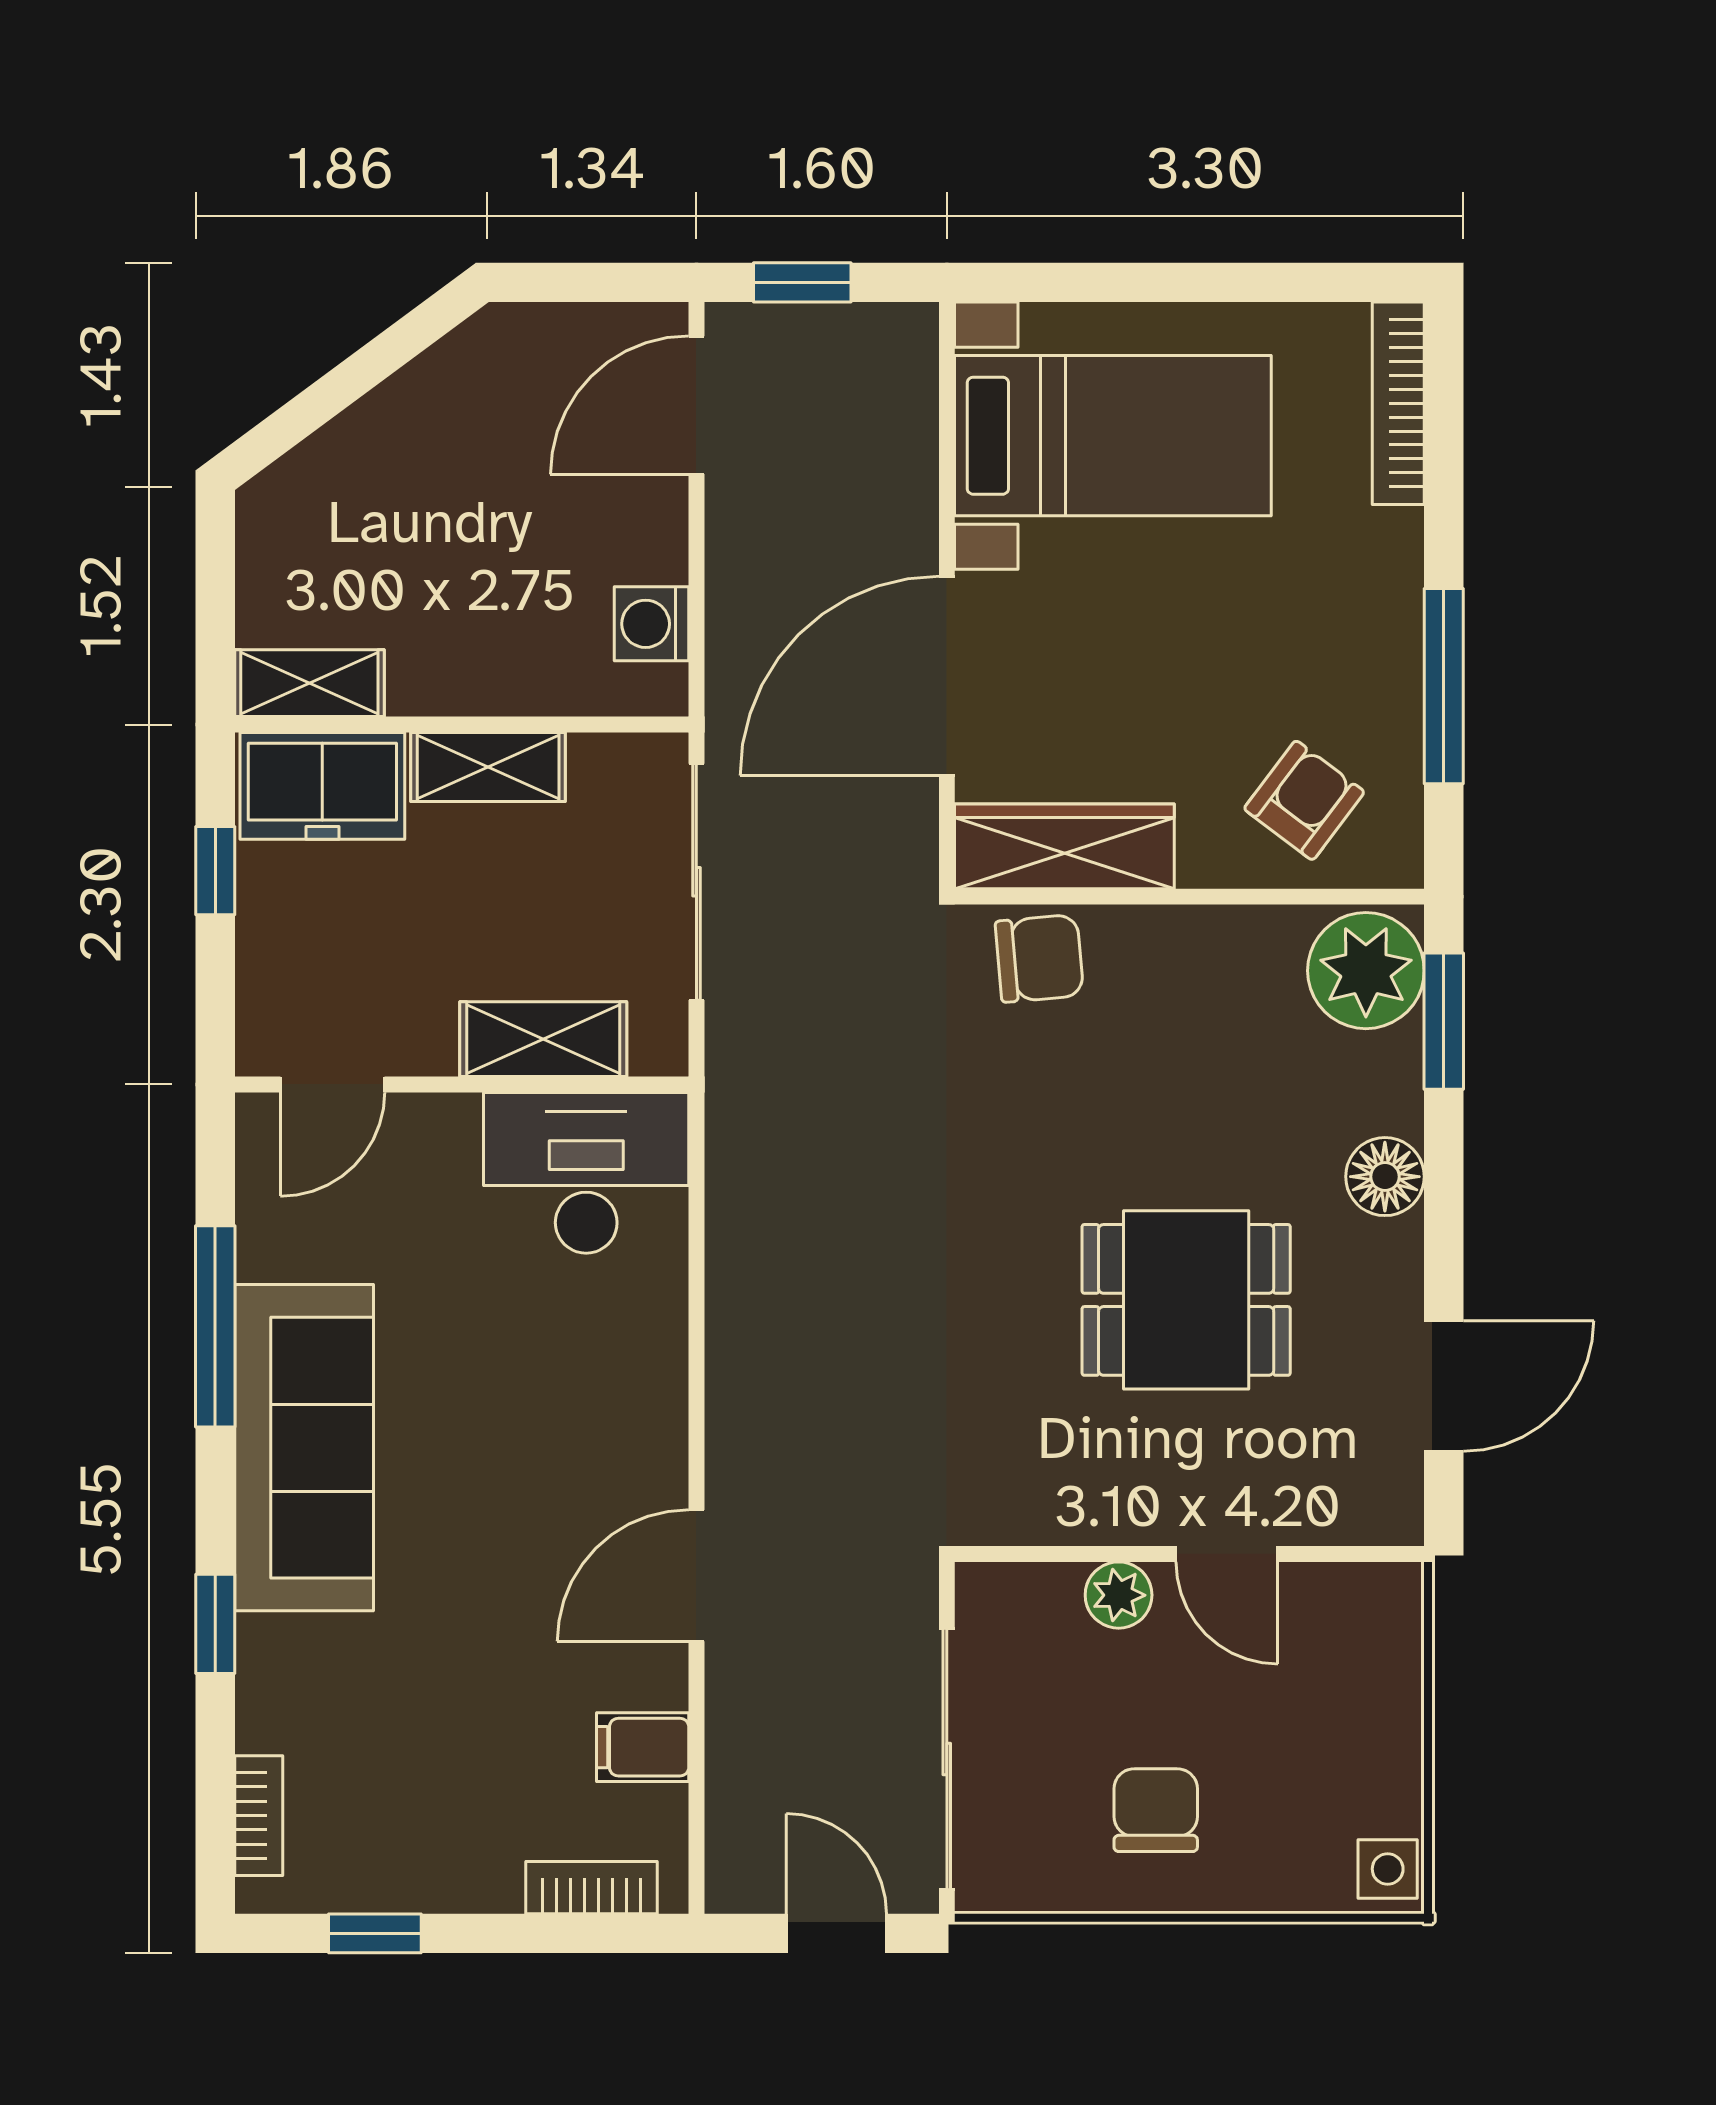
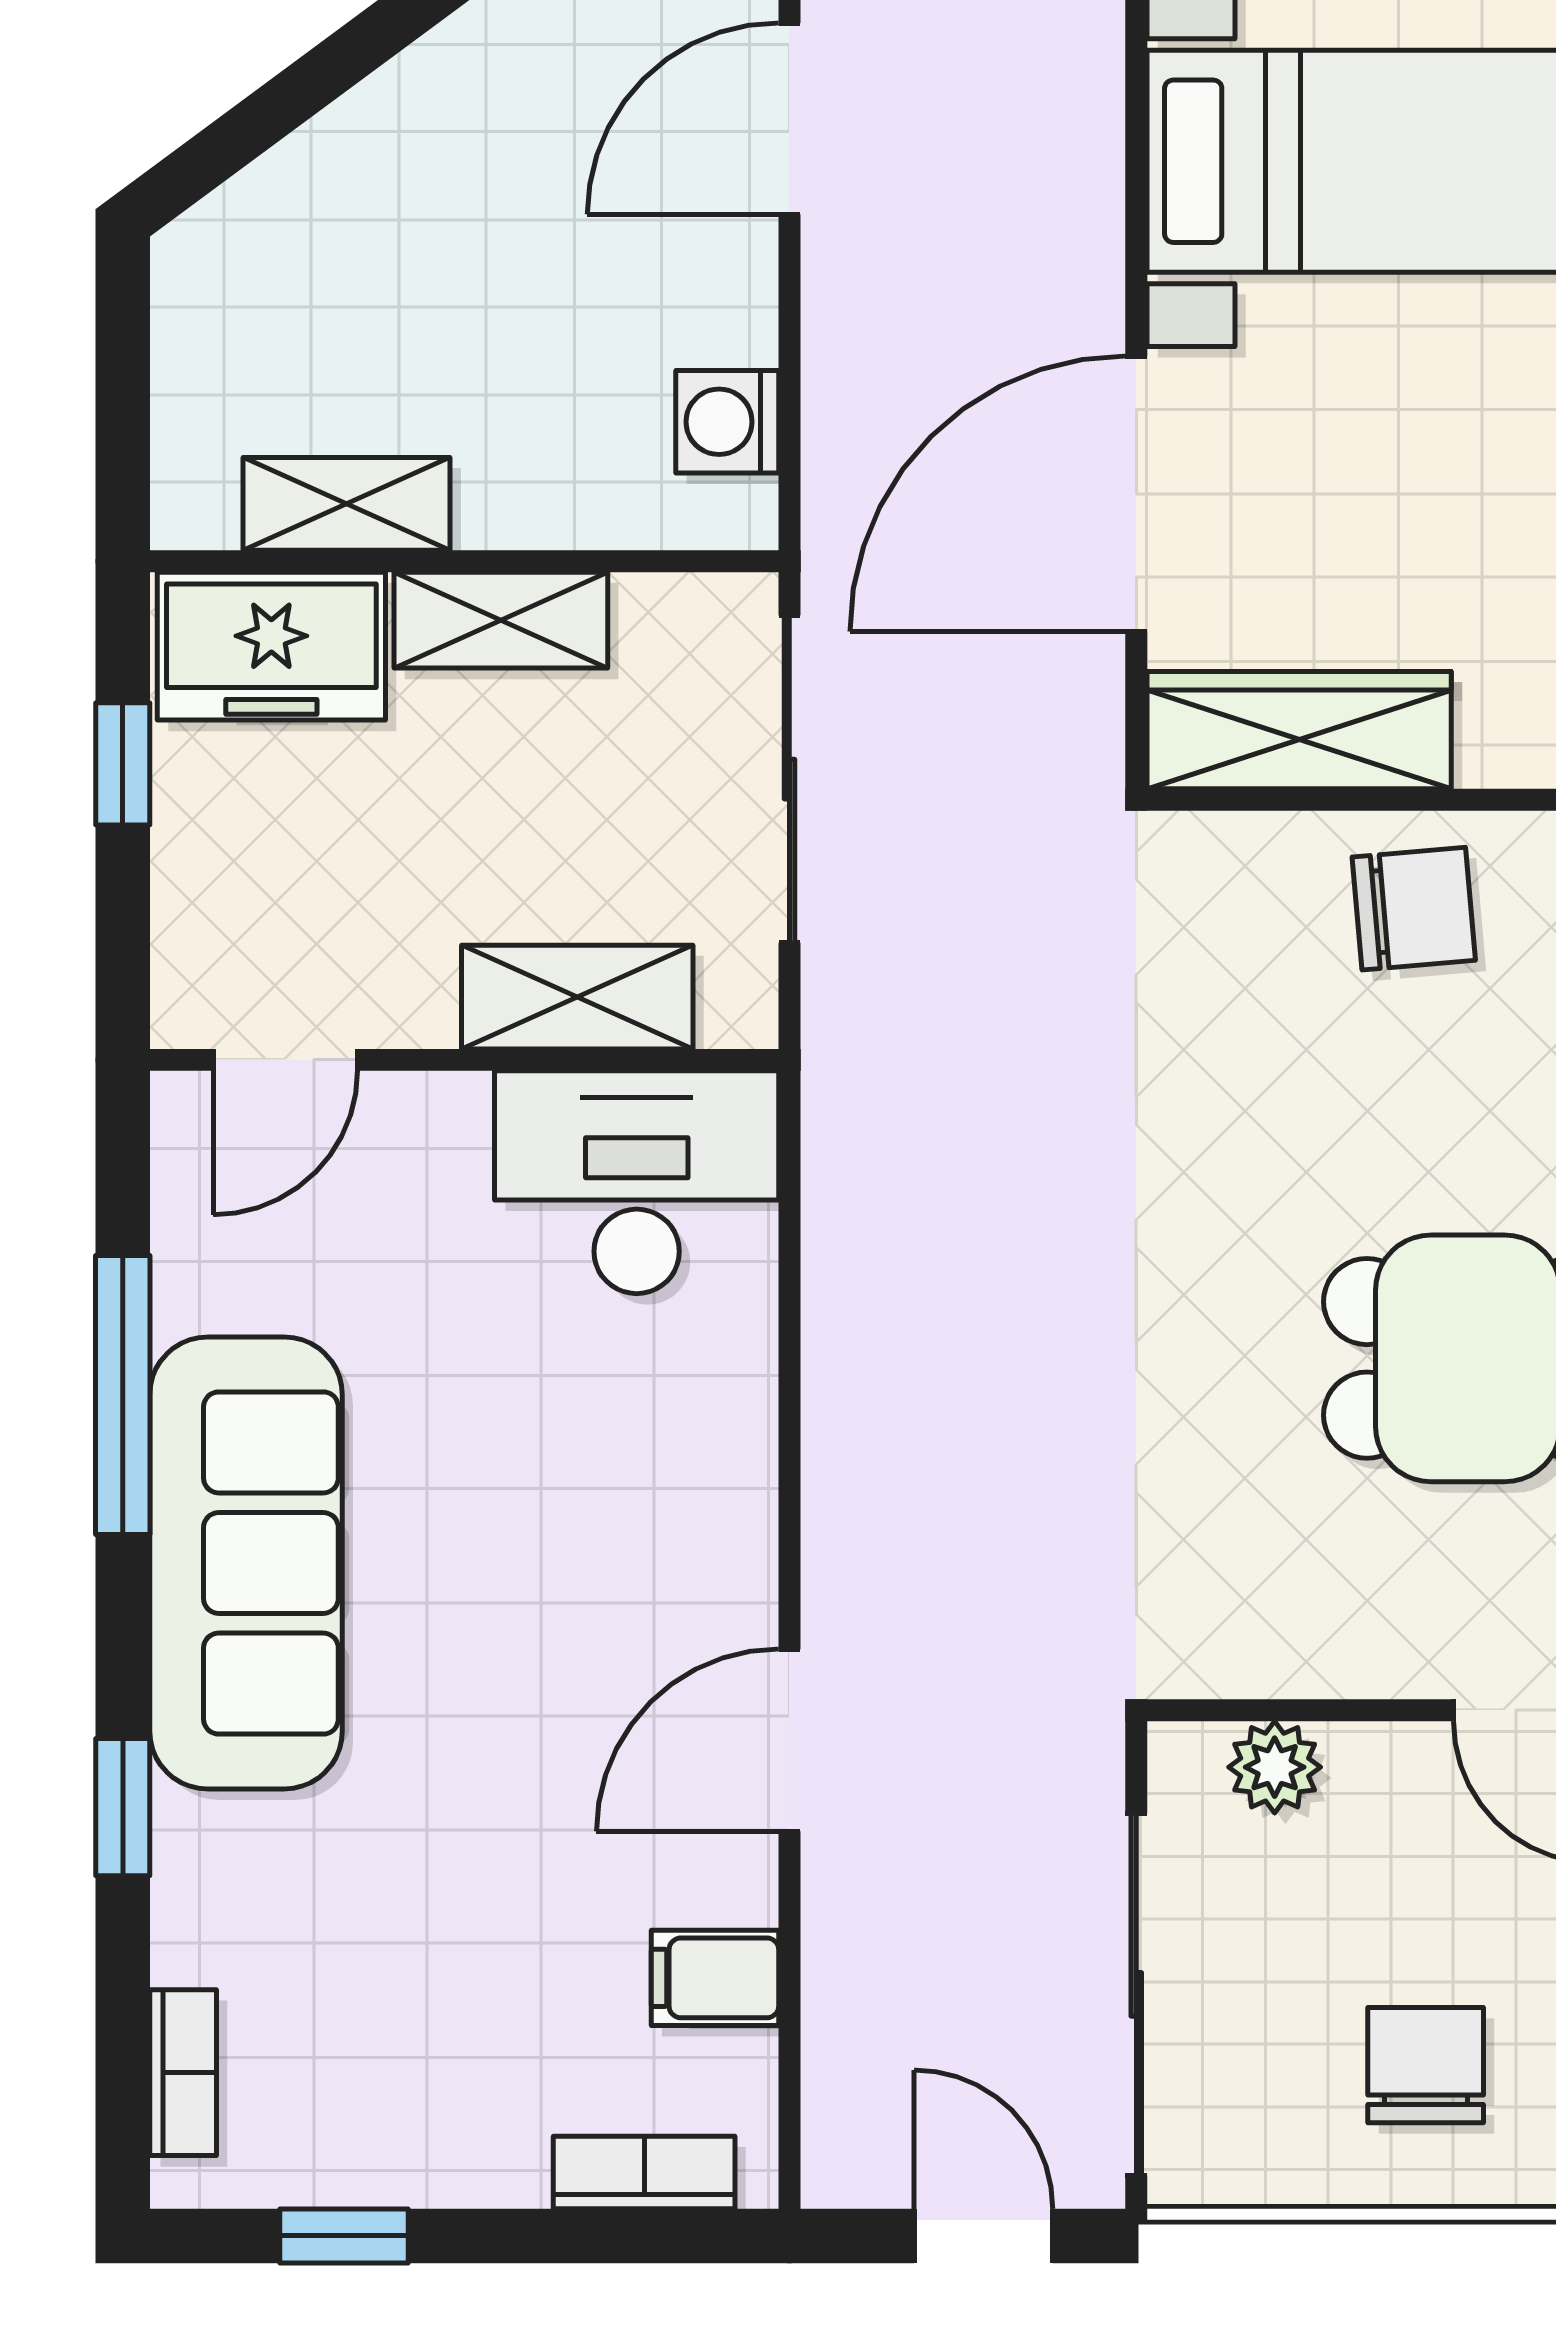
shelving: (309, 683) -> (347, 504), moved
chair: (1039, 958) -> (1414, 909), moved
plant: (1119, 1595) -> (1275, 1767), moved

